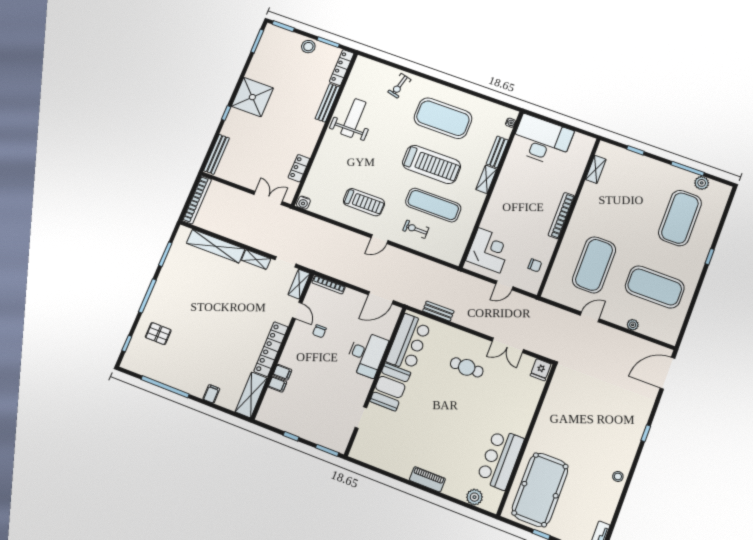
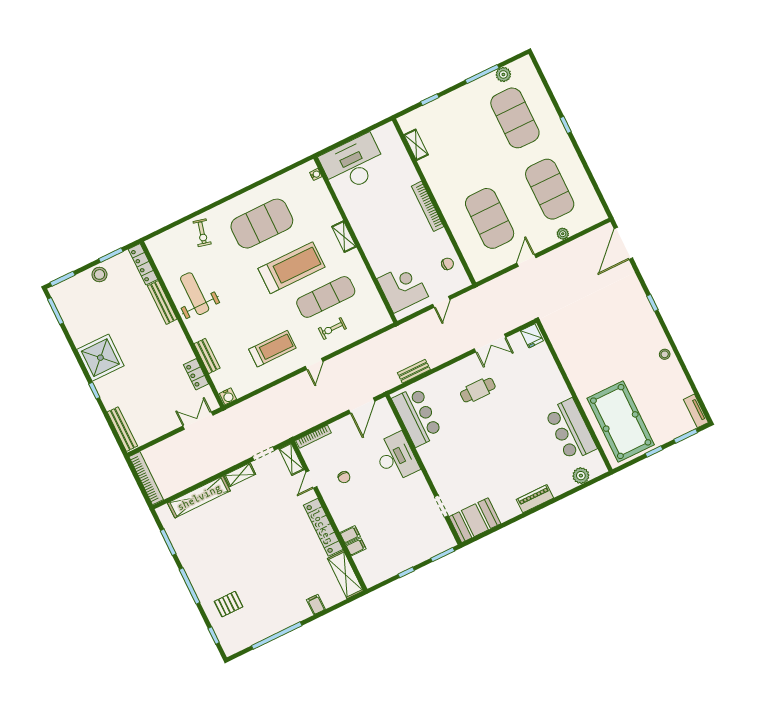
bench: (497, 152) -> (207, 356), moved
exercise mat: (655, 287) -> (550, 189), turned 90
door: (297, 310) -> (311, 479), swing flipped
booth: (390, 387) -> (475, 520), moved, turned 90

